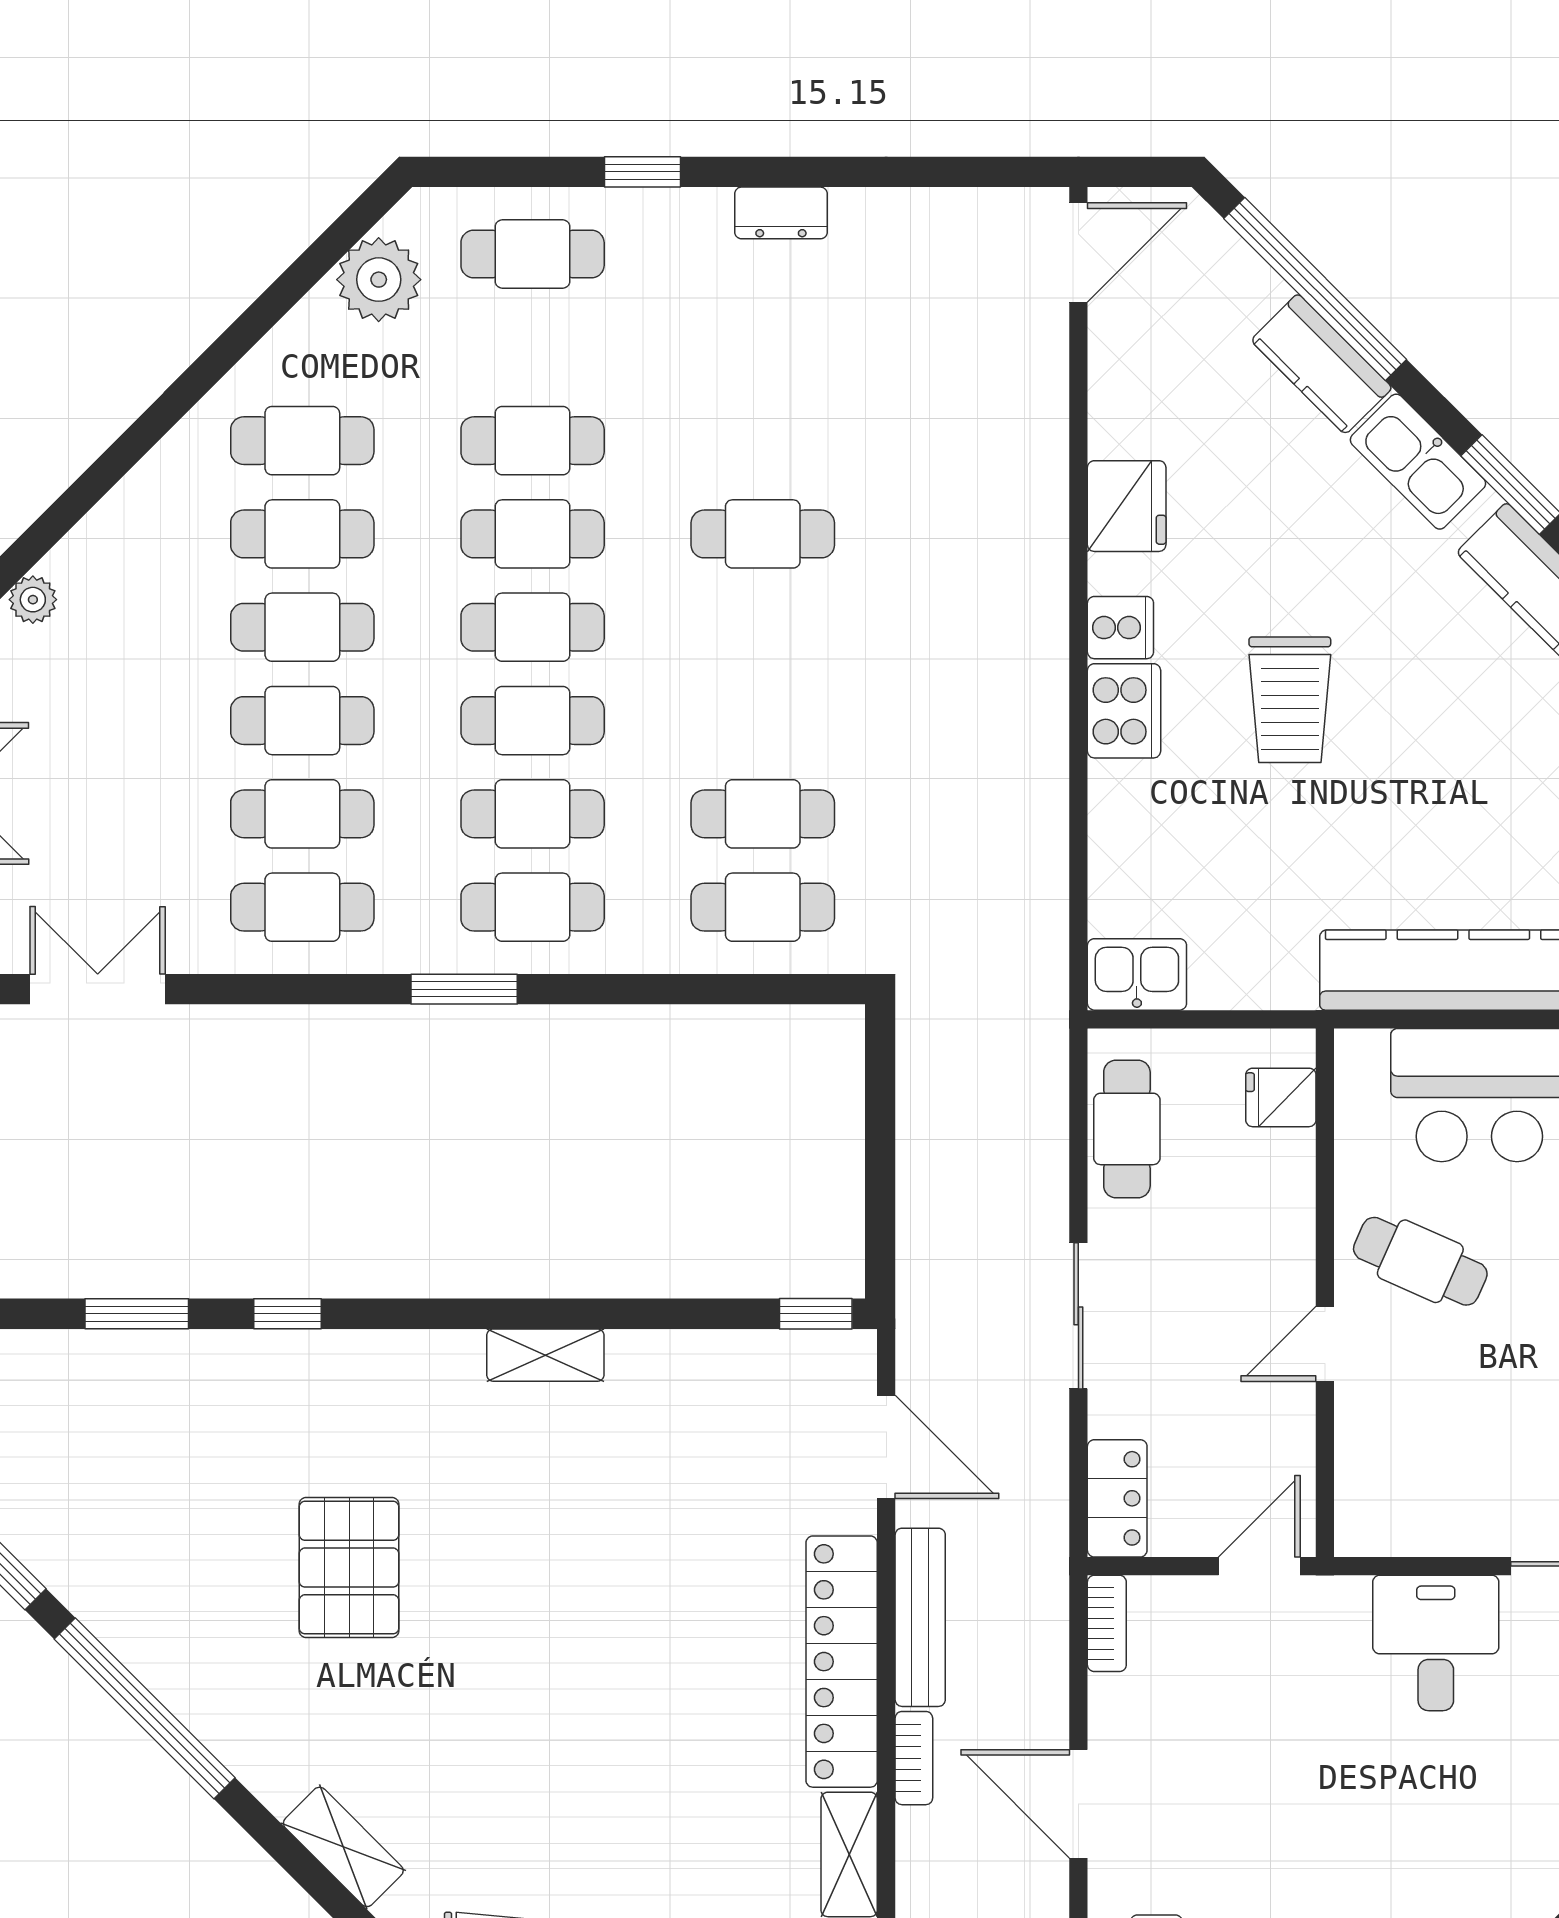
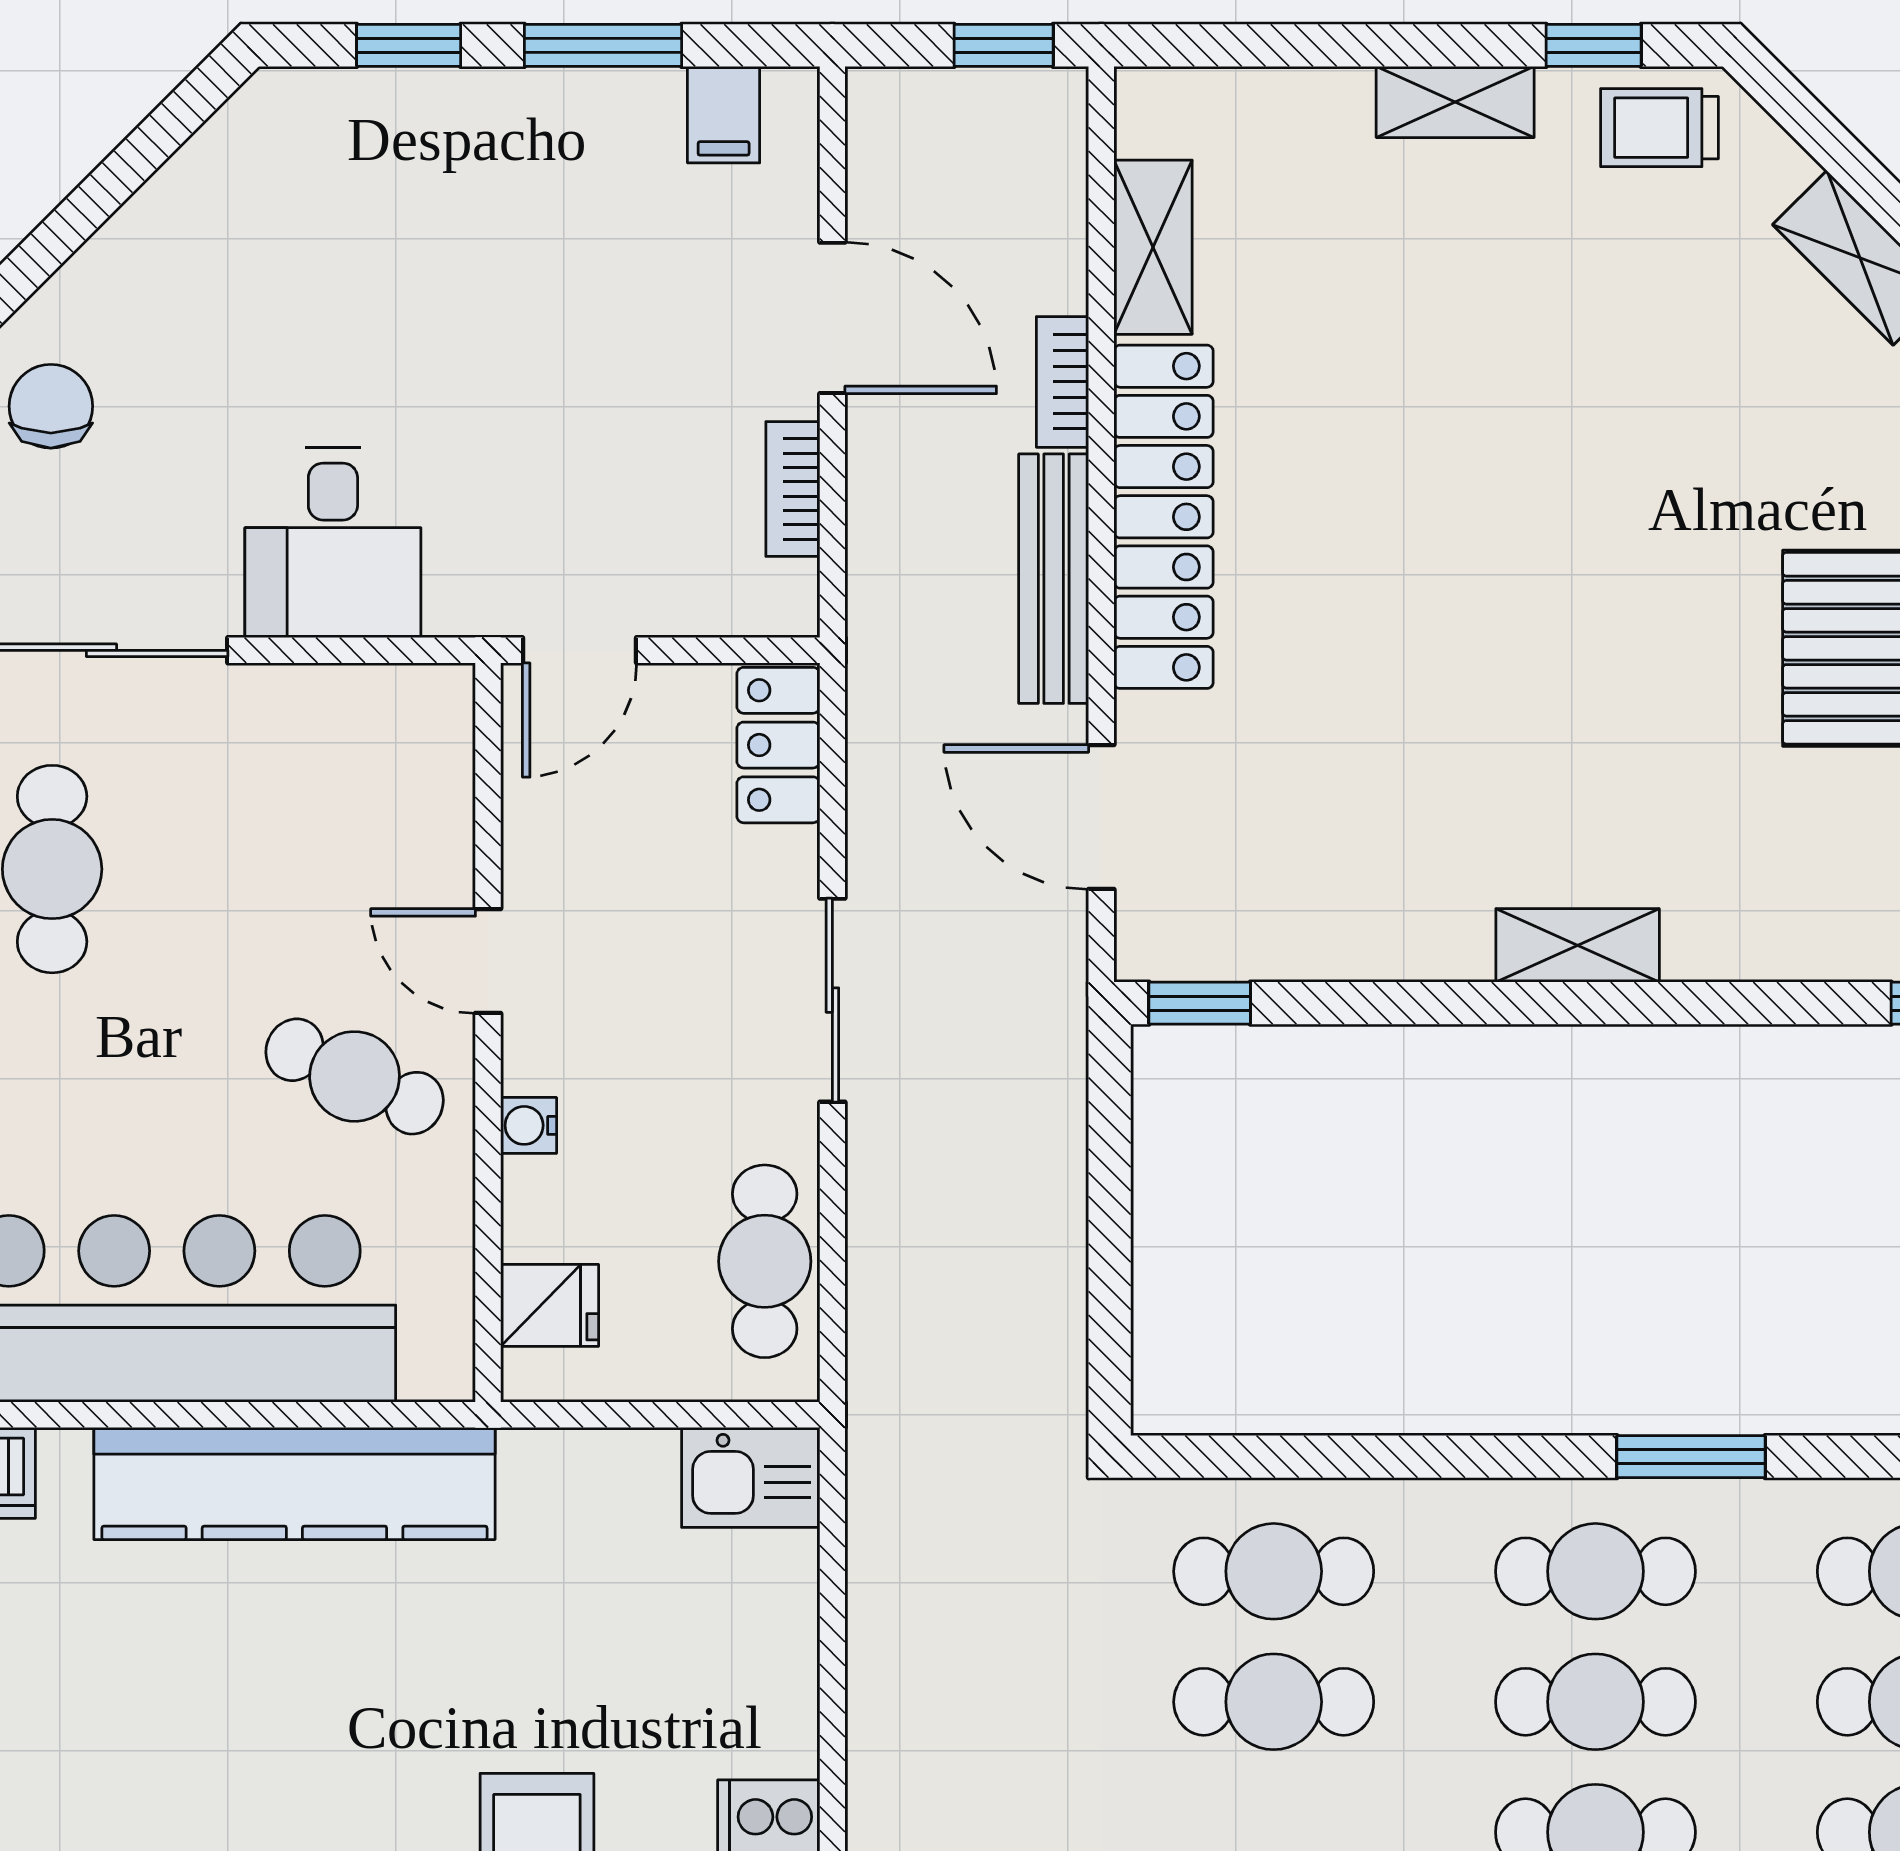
water cooler: (1296, 1226) -> (529, 1125), added
door: (1325, 1344) -> (488, 961), swing flipped
bookcase: (1107, 1623) -> (793, 489), moved

